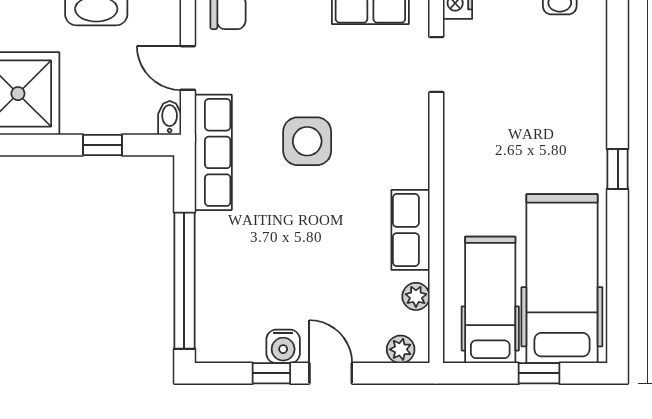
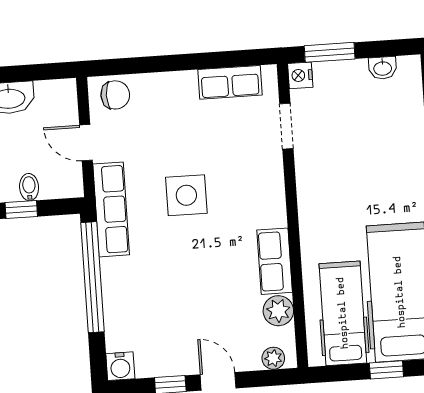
bidet: (170, 118) -> (29, 187), moved
window: (184, 281) -> (92, 277), moved
plant: (416, 296) -> (278, 311), width x1.38, depth x1.38
water cooler: (283, 346) -> (120, 366), moved

